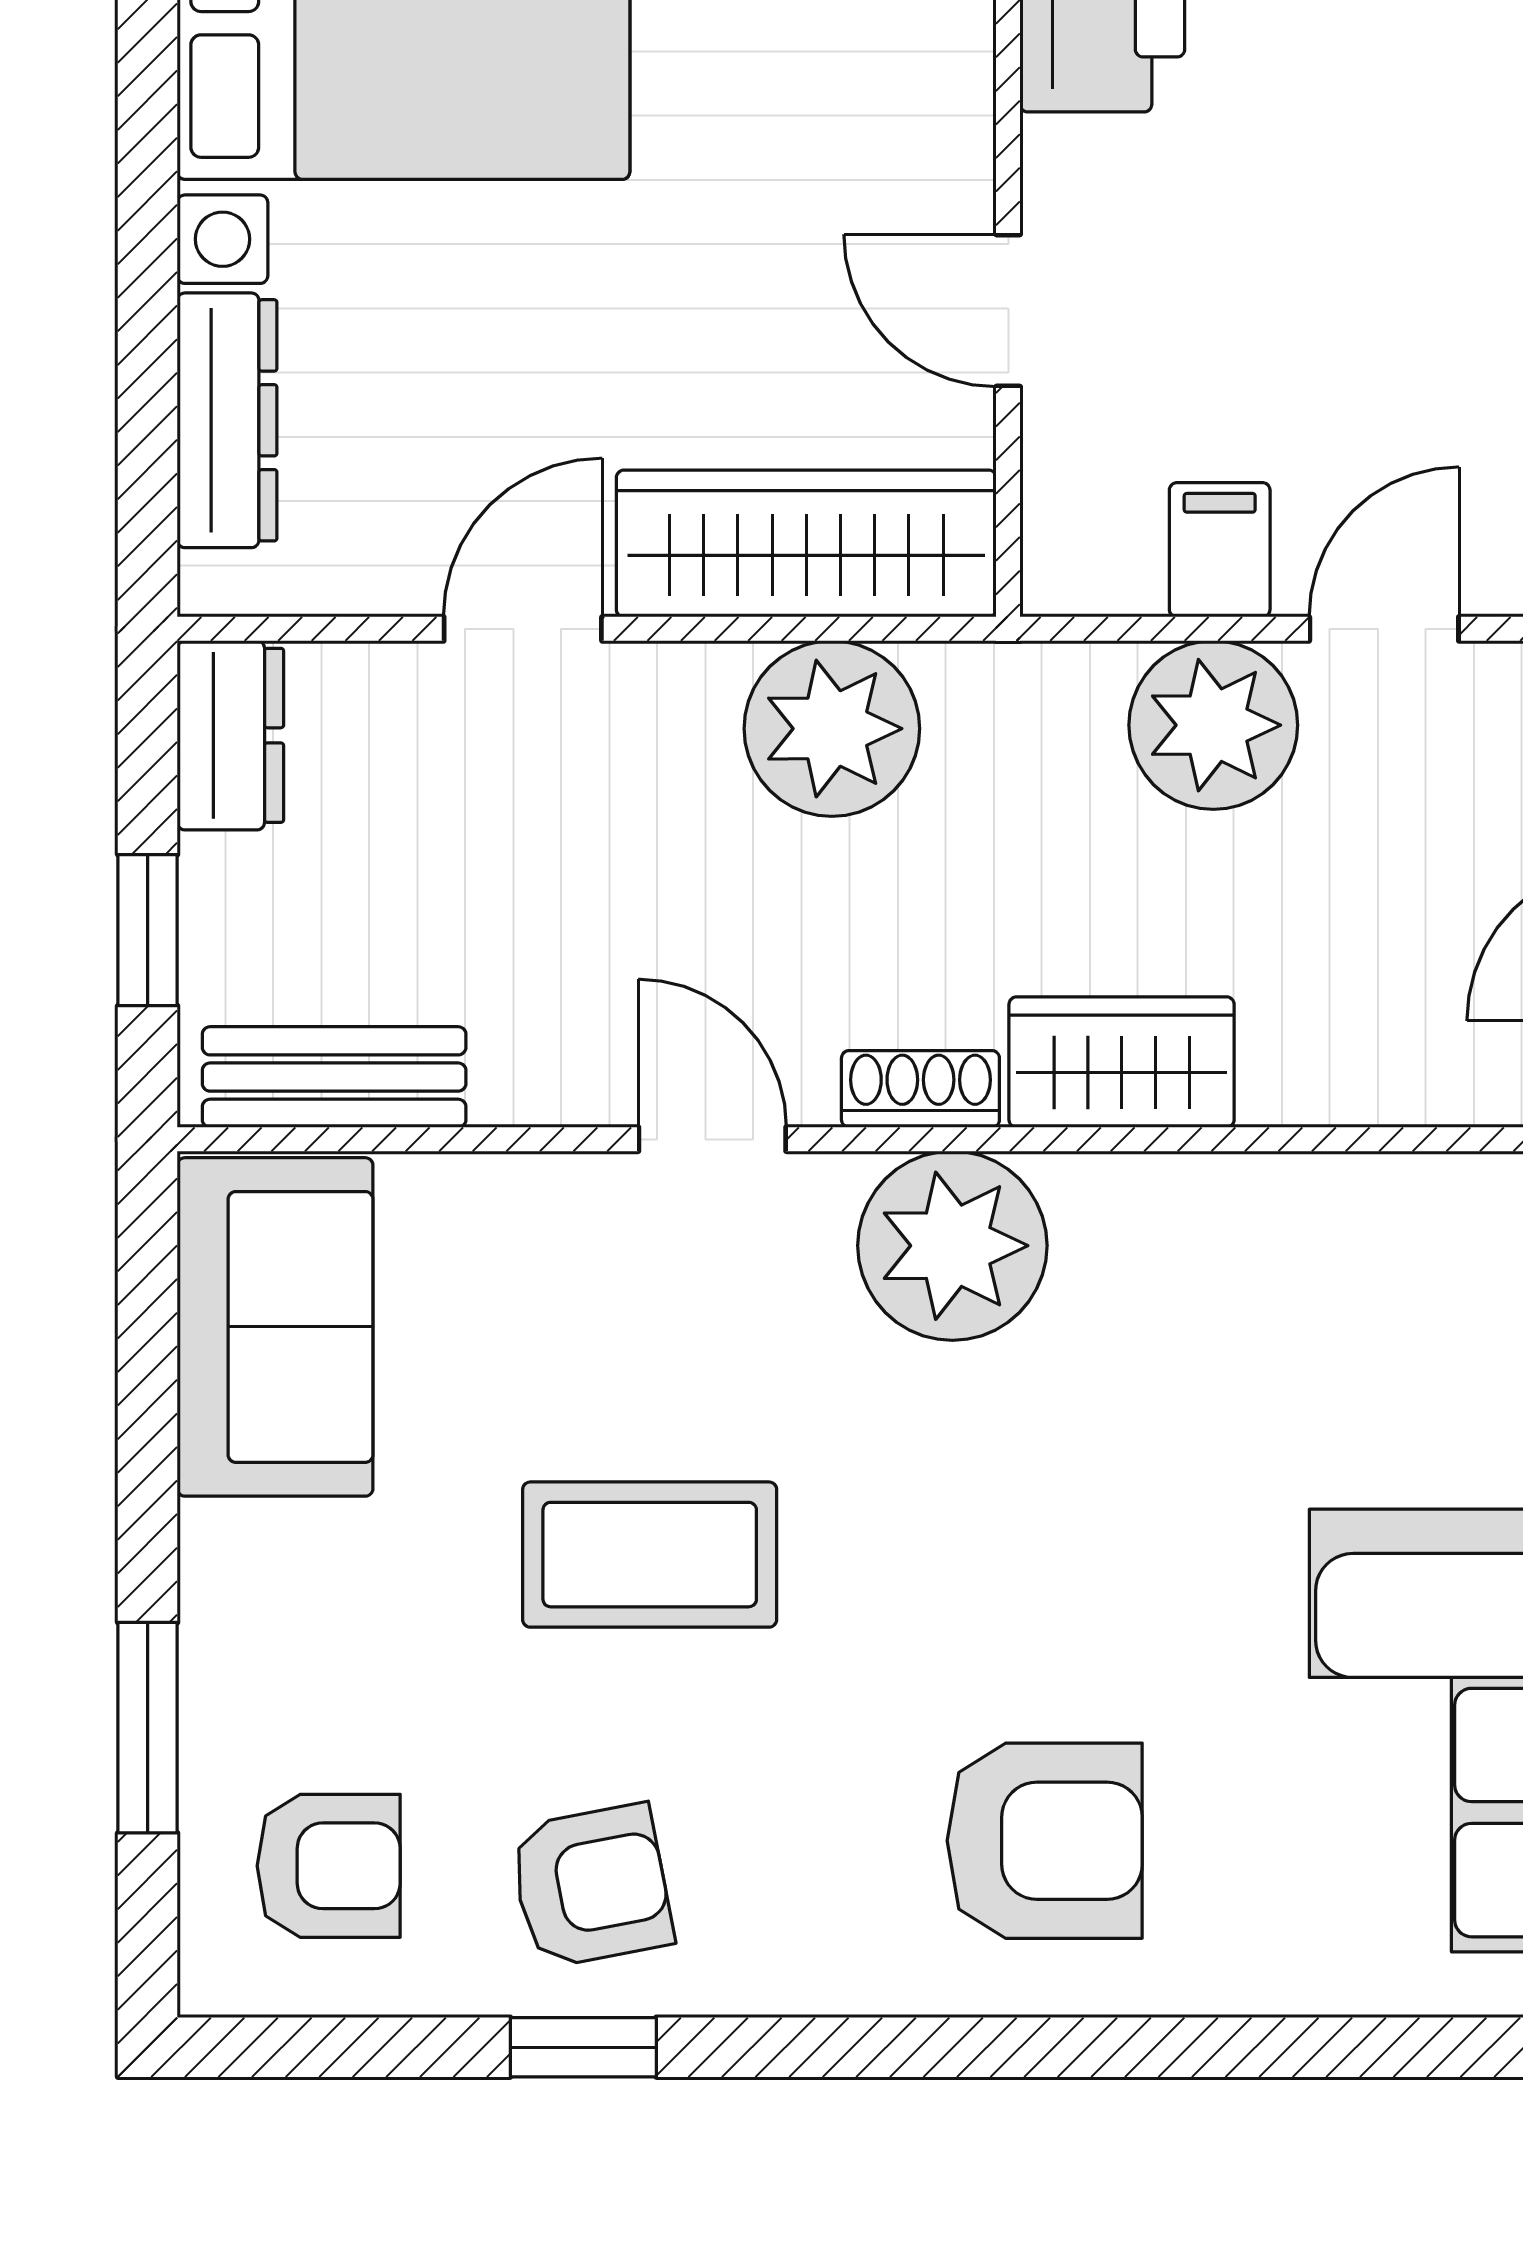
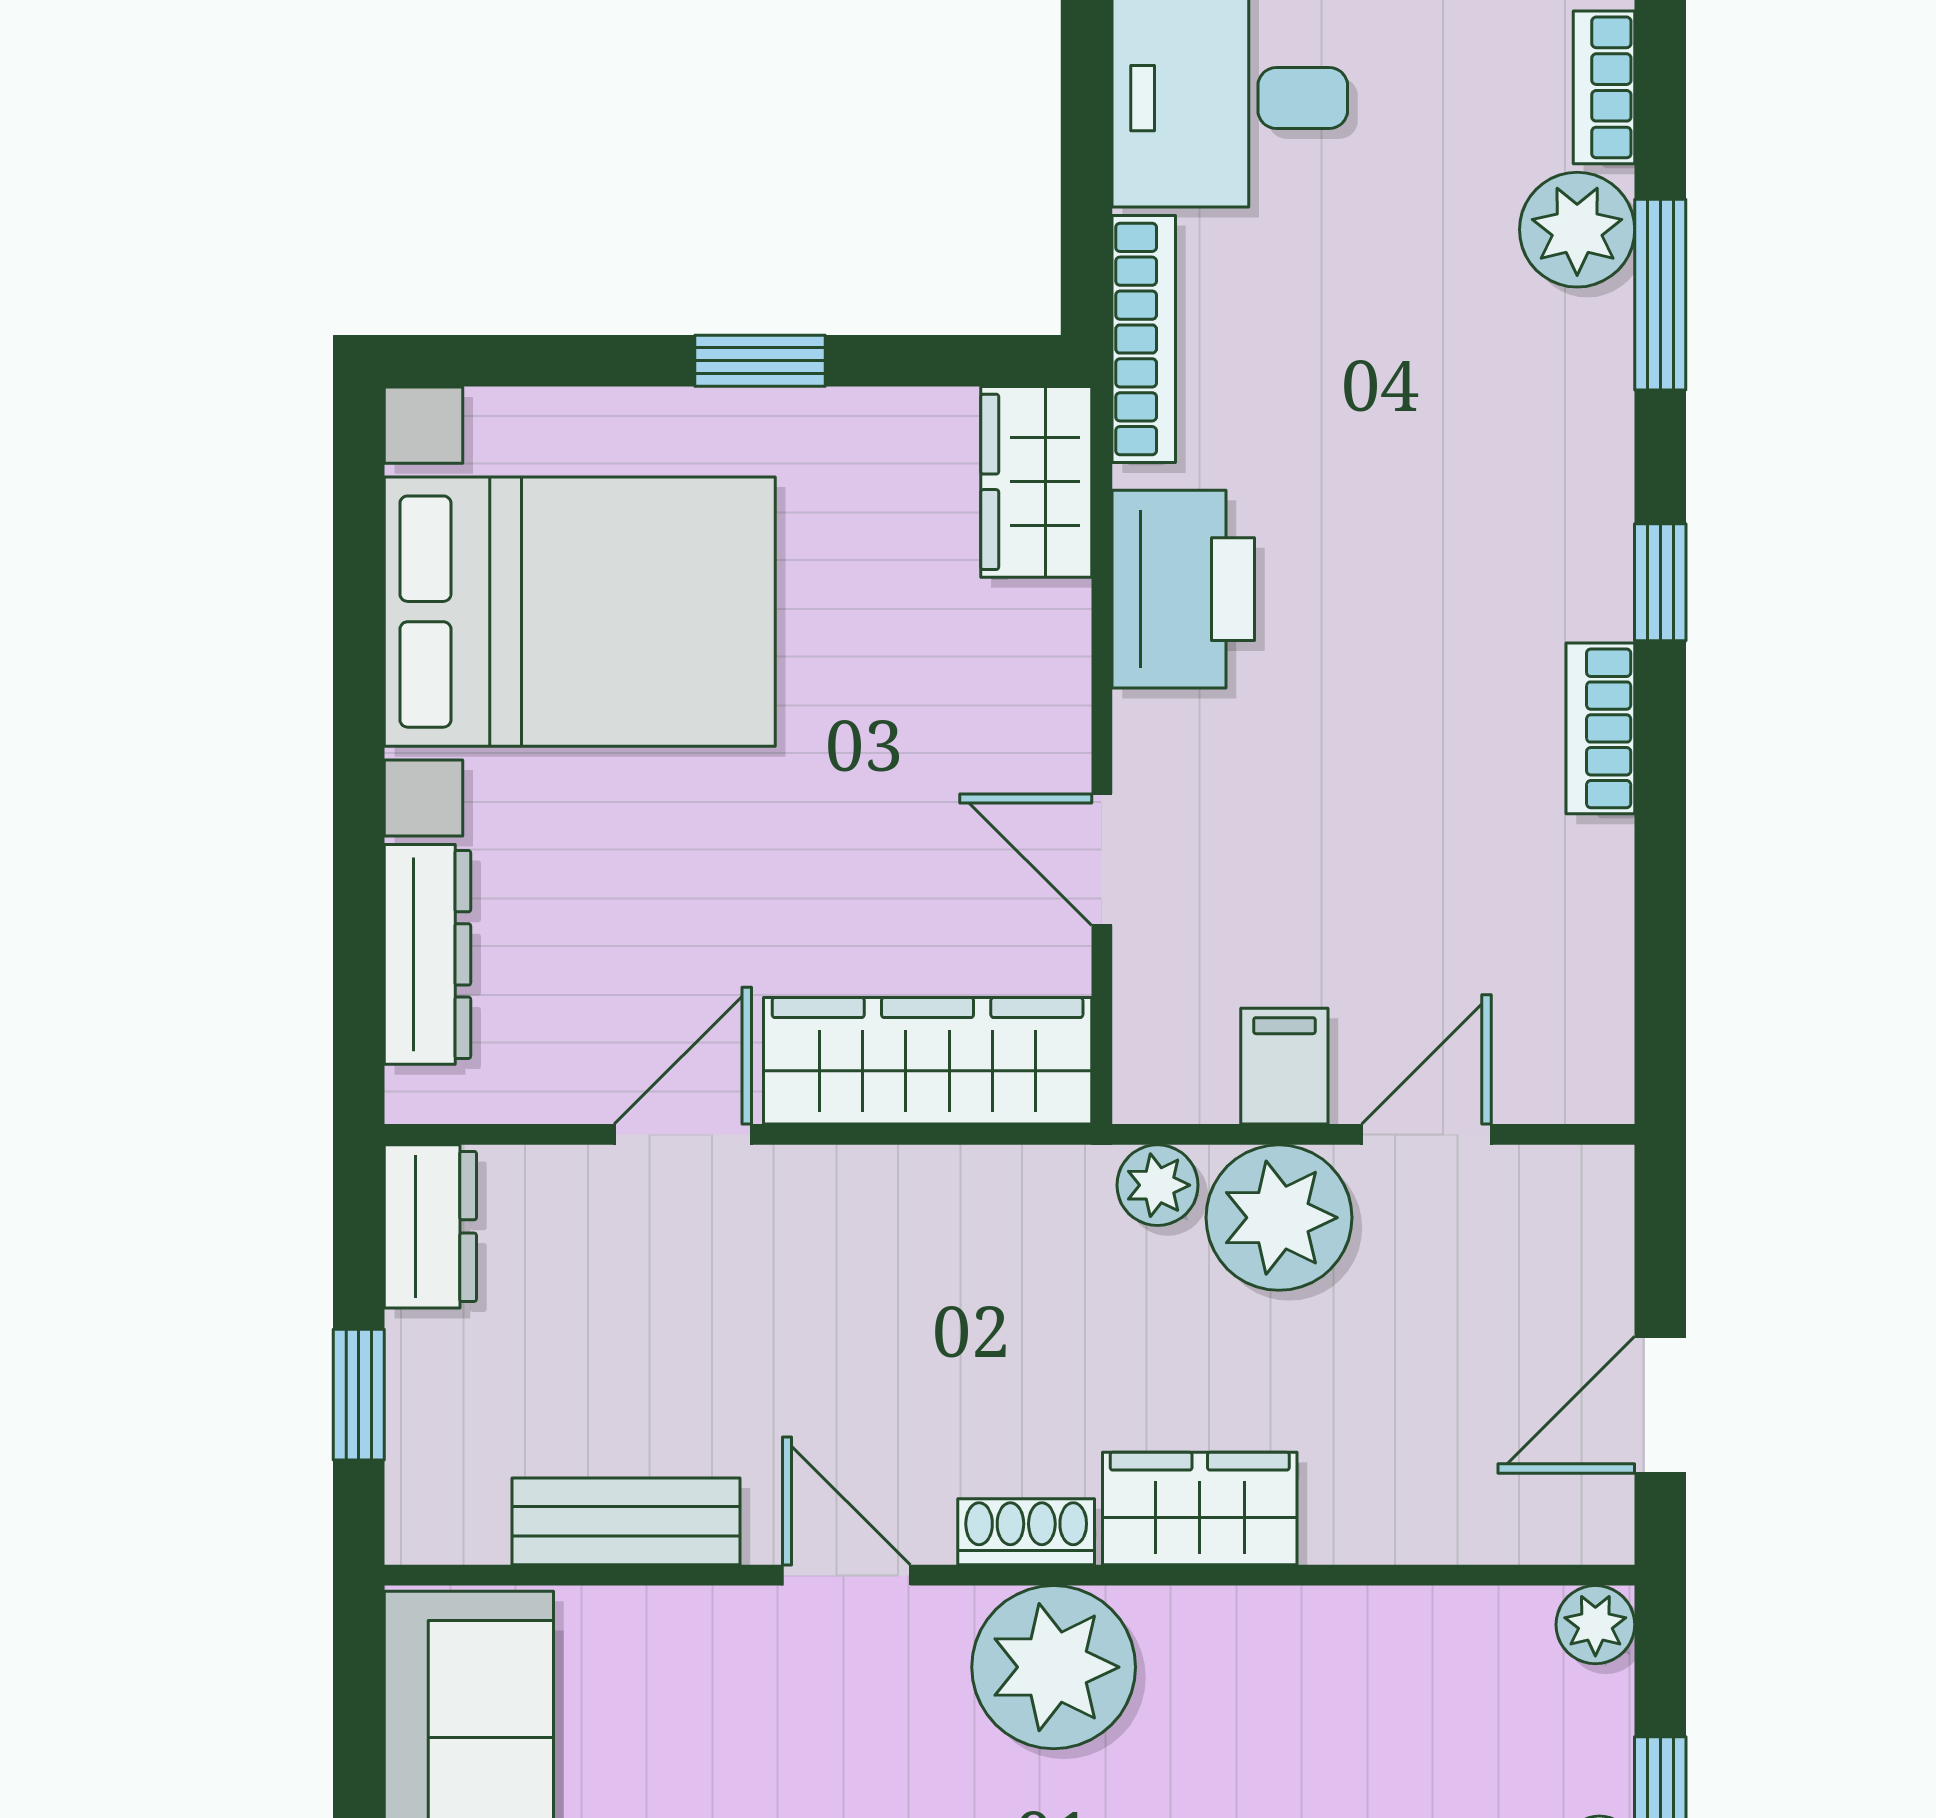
plant: (832, 729) -> (1157, 1185), moved, width x0.53, depth x0.53
bench: (334, 1077) -> (626, 1521), moved

